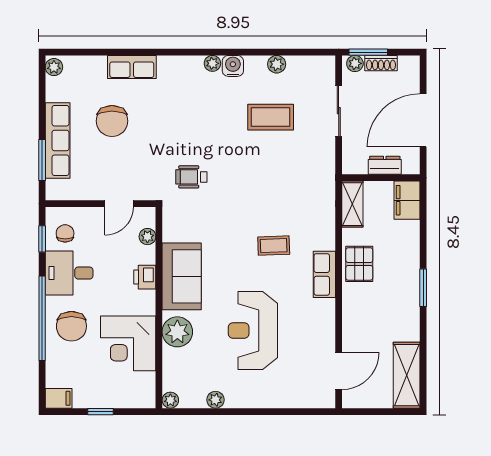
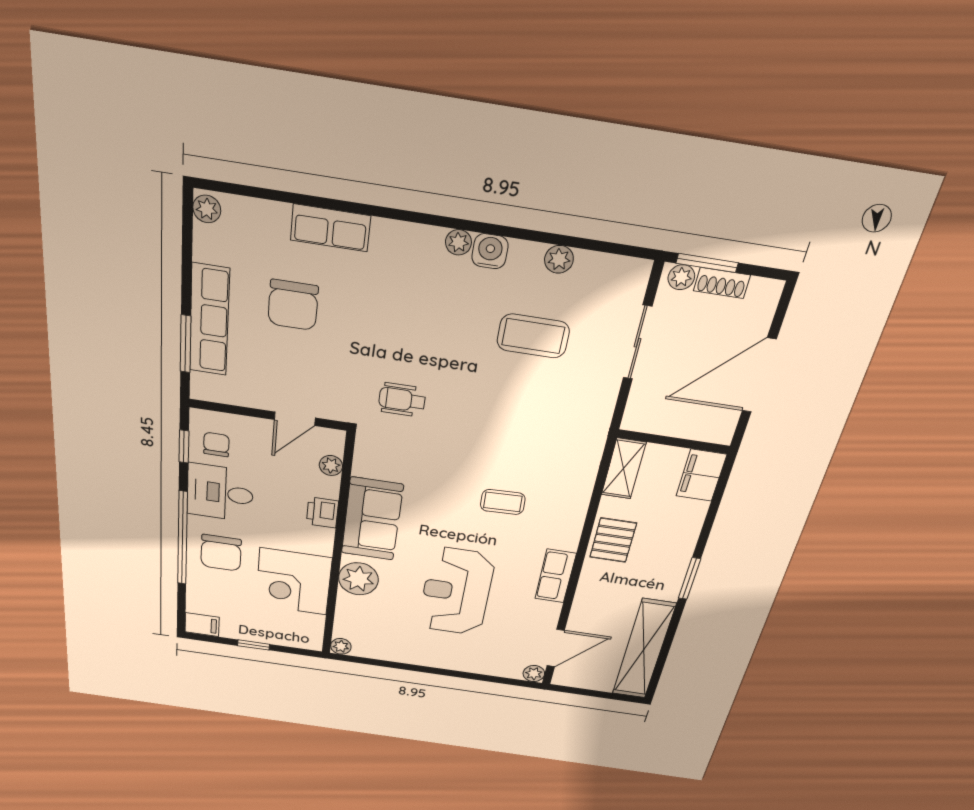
dresser: (385, 165) -> (684, 427), removed
row of seats: (324, 274) -> (555, 576), moved
shelving: (407, 375) -> (644, 649), width x1.47
plant: (215, 400) -> (534, 674), moved

